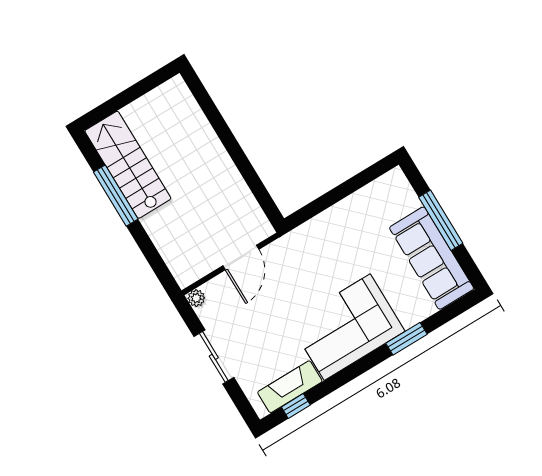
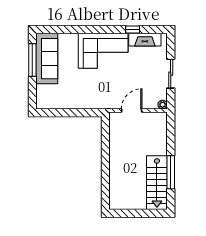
window: (441, 220) -> (32, 60), moved
window: (406, 339) -> (80, 29), removed
window: (296, 406) -> (133, 29), moved

